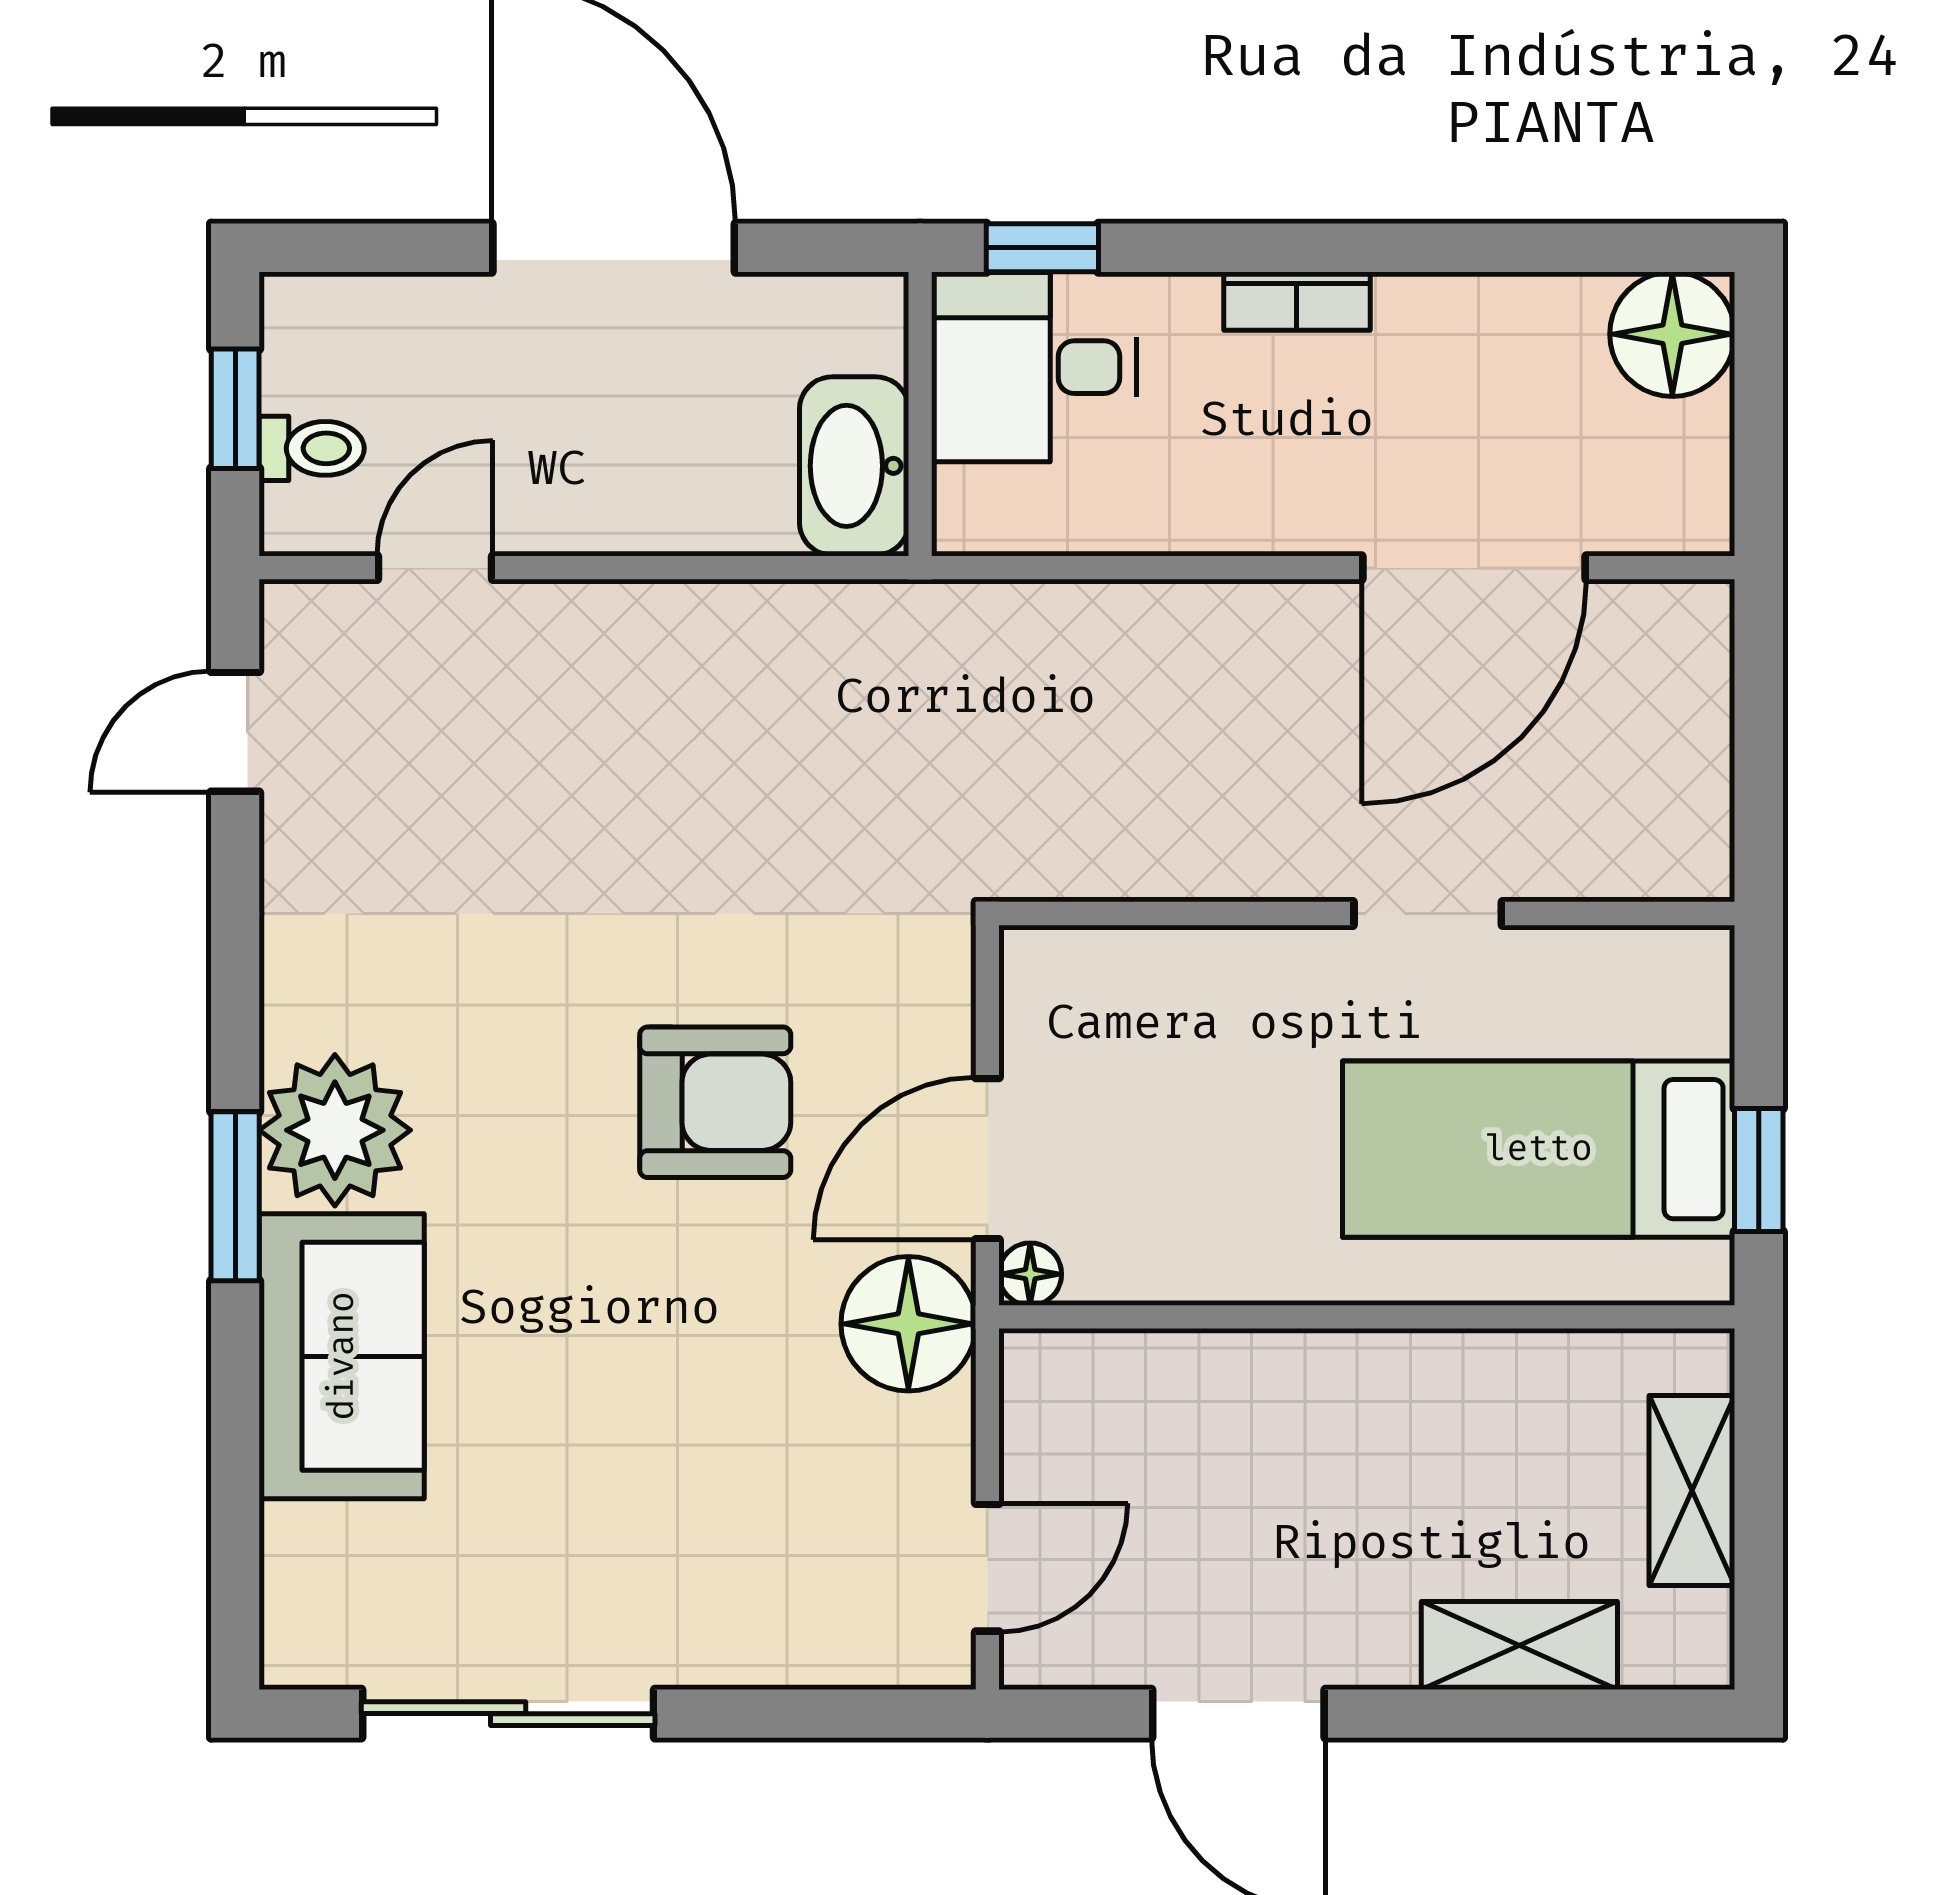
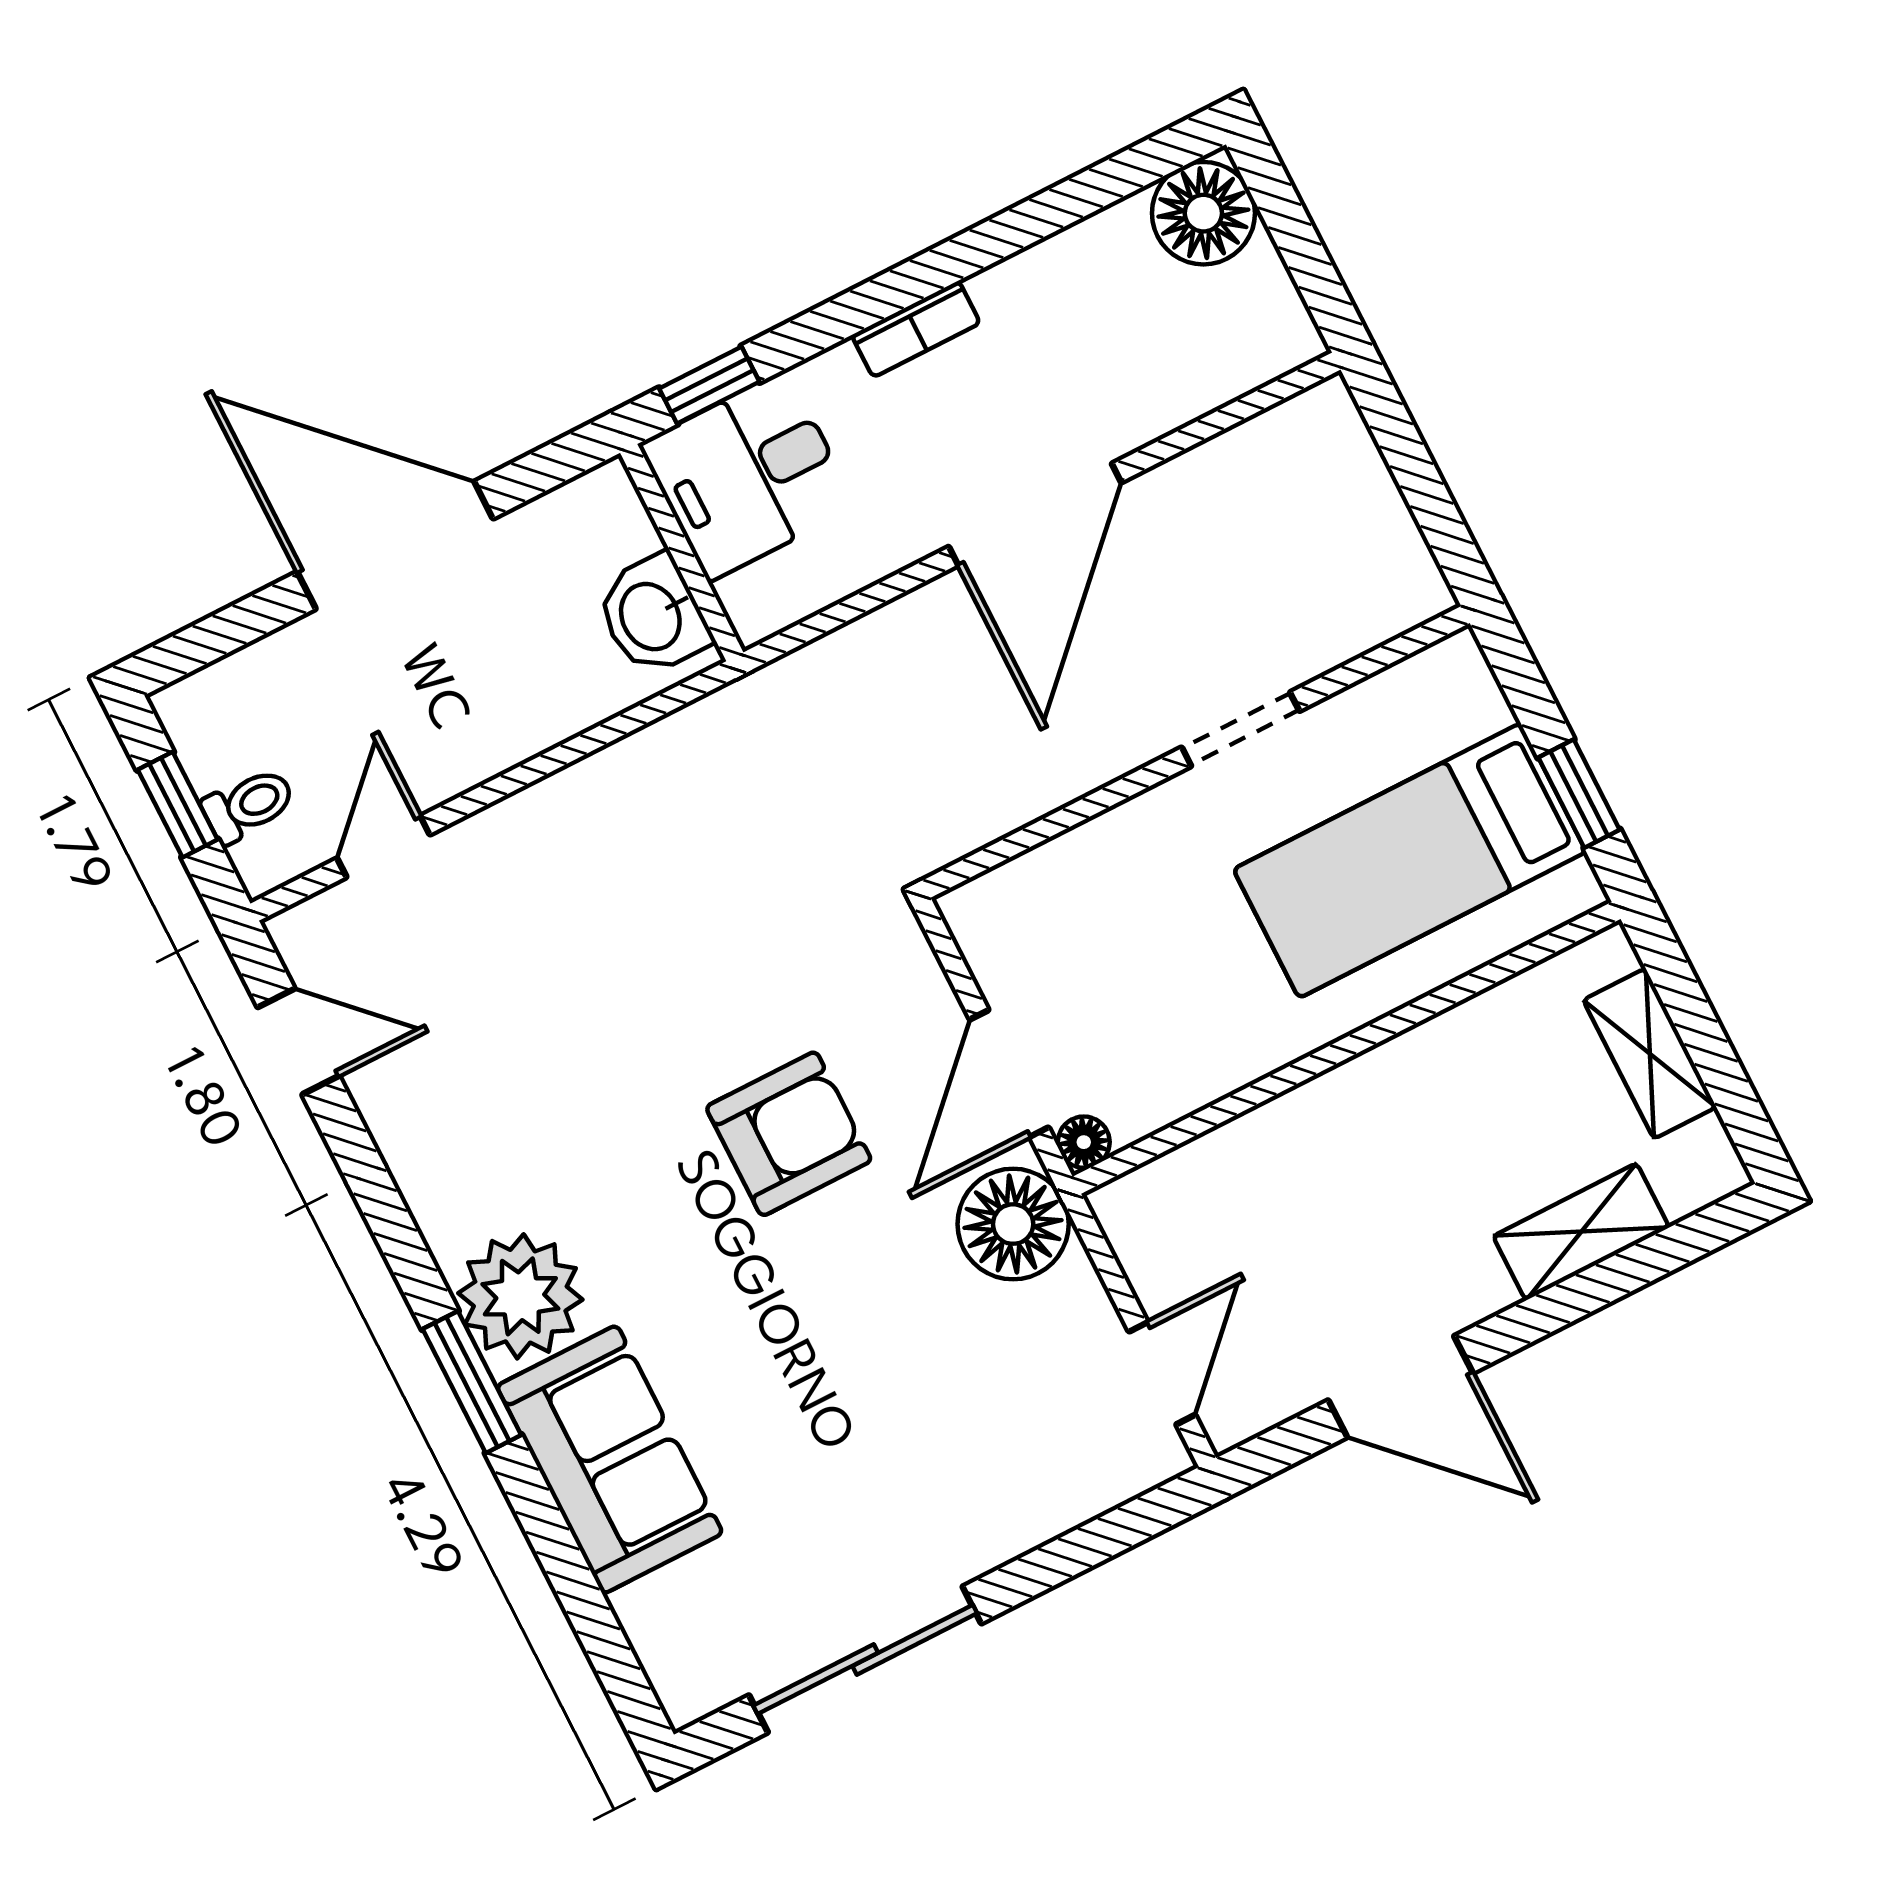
washbasin: (854, 466) -> (653, 615), width x0.72
door: (1474, 568) -> (1035, 515), moved
door: (235, 732) -> (298, 1041), swing flipped

